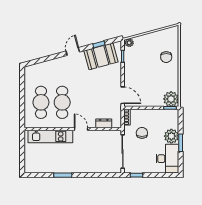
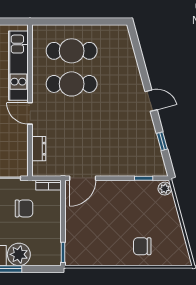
booth: (101, 56) -> (143, 144), removed
plant: (171, 99) -> (77, 254), removed
door: (81, 129) -> (30, 113), swing flipped

